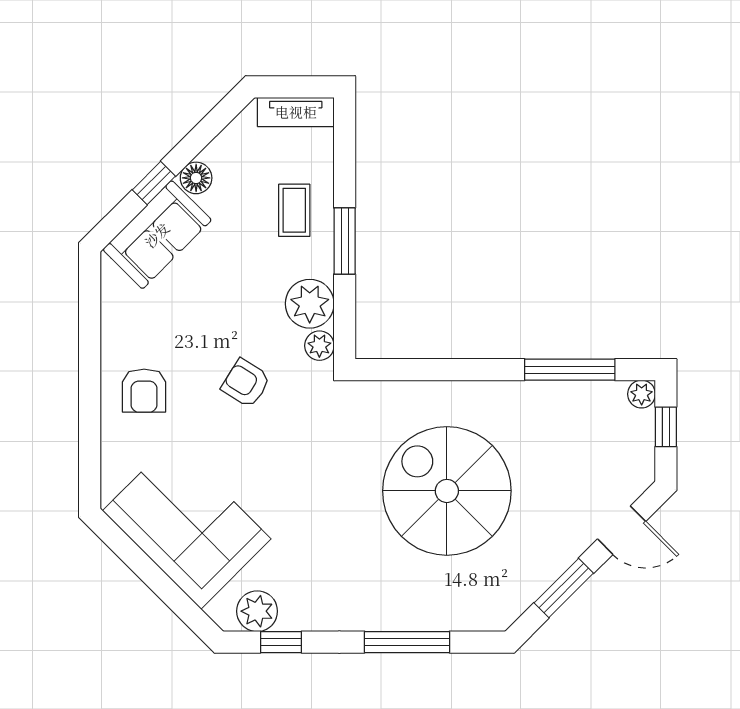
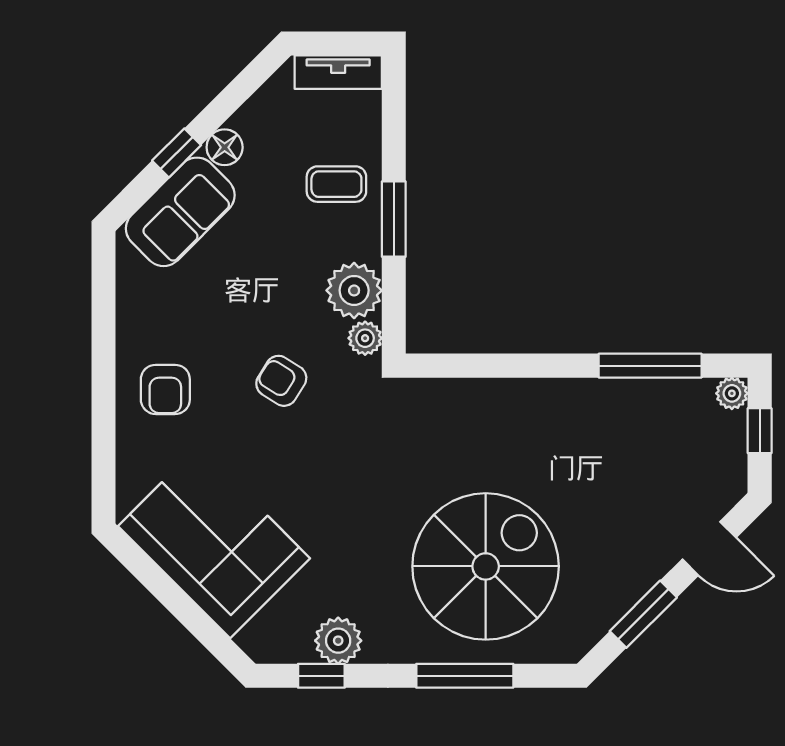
coffee table: (294, 210) -> (336, 184), turned 90
spiral stairs: (447, 491) -> (486, 566), moved, turned 90
plant: (257, 611) -> (338, 641), moved

